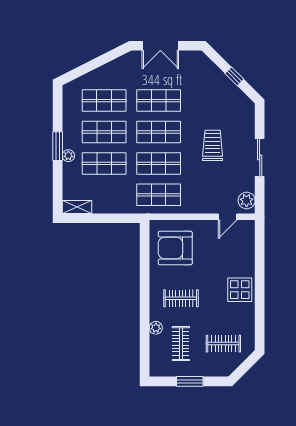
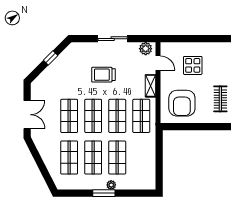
shelving: (77, 207) -> (151, 86), moved
display table: (240, 290) -> (193, 65), moved

